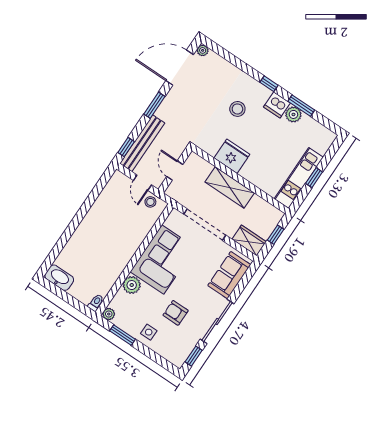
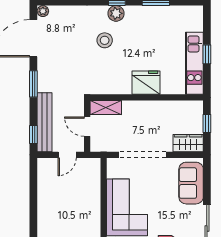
dishwasher: (277, 105) -> (135, 15), removed
plant: (293, 114) -> (116, 13), moved
fridge: (232, 156) -> (146, 83), moved
door: (142, 183) -> (67, 155), hinge flipped
shelving: (230, 187) -> (106, 108), moved, width x0.67, depth x0.75
stool: (150, 202) -> (84, 166), removed

